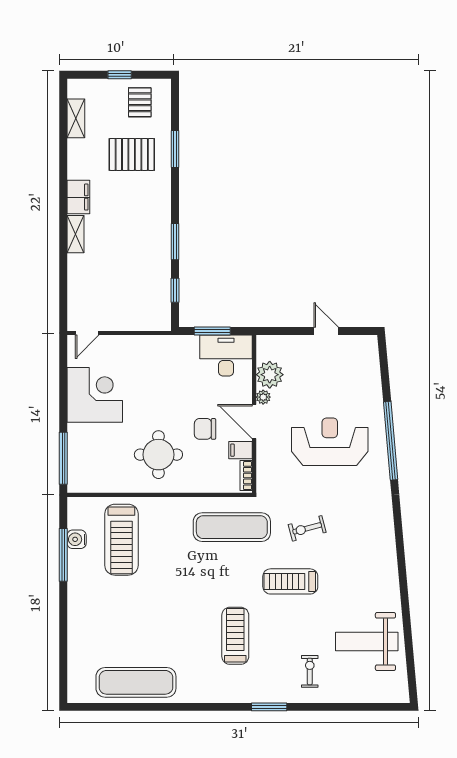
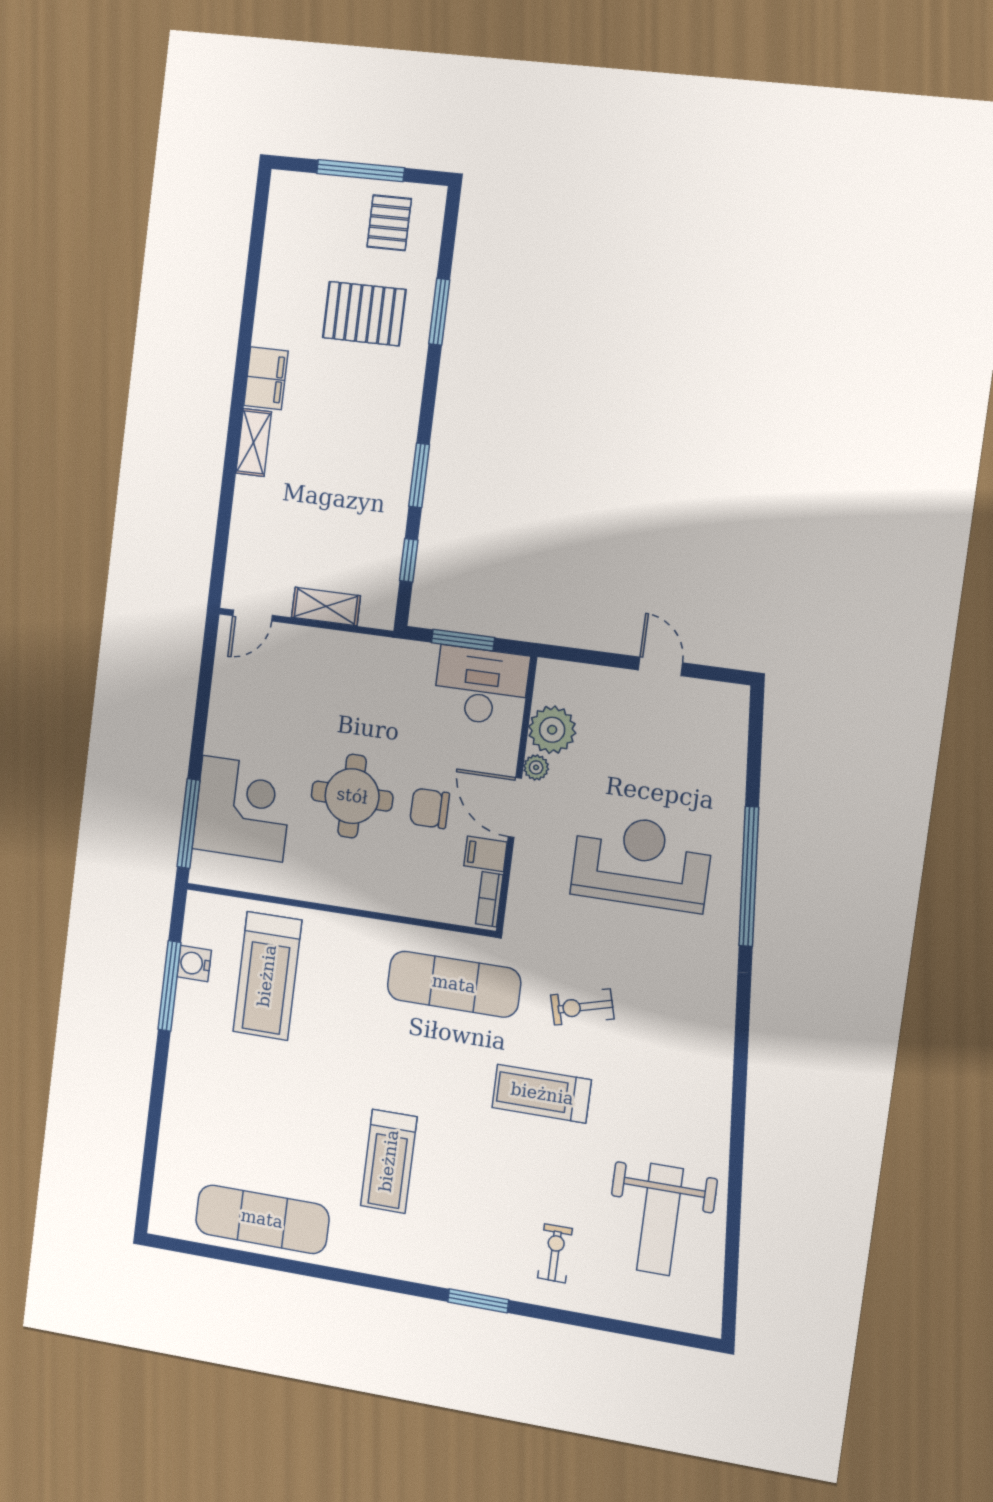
window: (120, 75) -> (361, 171), width x2.17
shelving: (76, 118) -> (326, 606), moved, turned 90
corner desk: (95, 395) -> (243, 809), moved
round table: (158, 455) -> (352, 796), moved
treadmill: (235, 636) -> (389, 1161), moved, turned 180
weight bench: (367, 642) -> (660, 1219), turned -90

